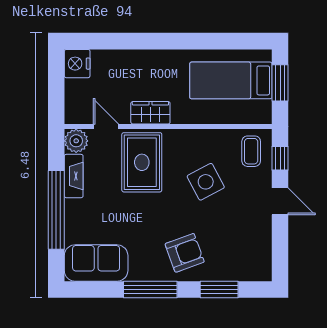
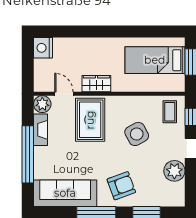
plant: (257, 232) -> (174, 171), added
sofa: (96, 263) -> (65, 193), width x1.36

